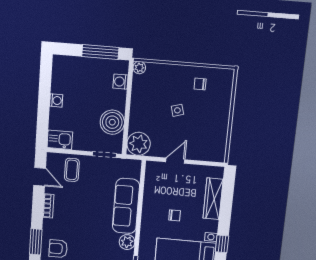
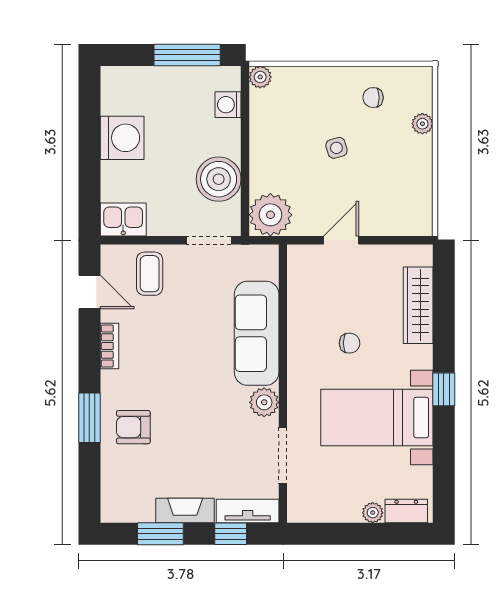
washing machine: (56, 100) -> (122, 138), width x1.89, depth x1.89
plant: (226, 101) -> (422, 124), added

